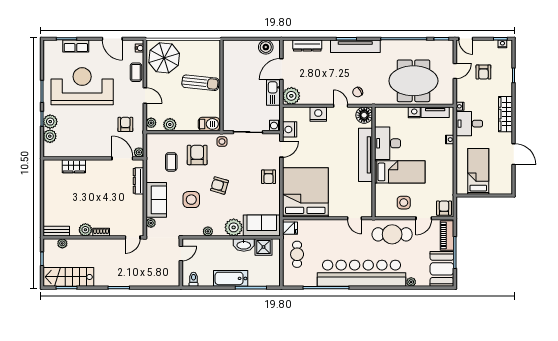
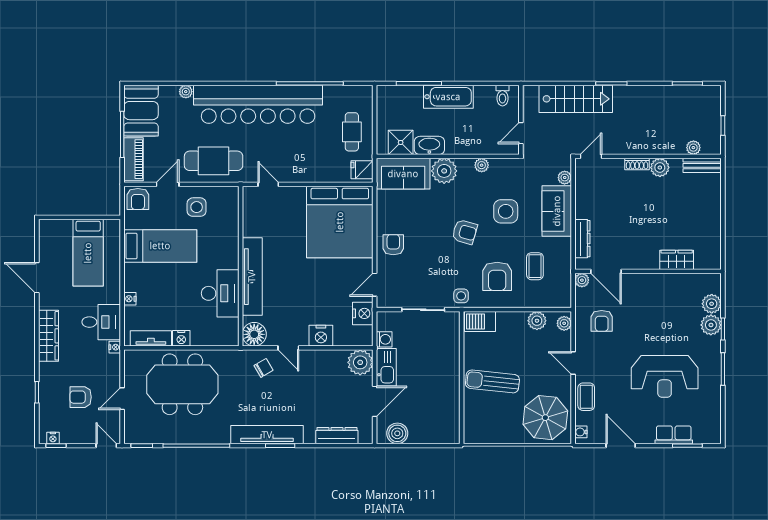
armchair: (483, 72) -> (81, 397), turned -90
reception desk: (82, 86) -> (665, 376), width x0.74, depth x0.77
washing machine: (275, 126) -> (384, 339), moved
bed: (400, 172) -> (160, 246), moved, turned 180
stairs: (68, 277) -> (576, 99), moved

